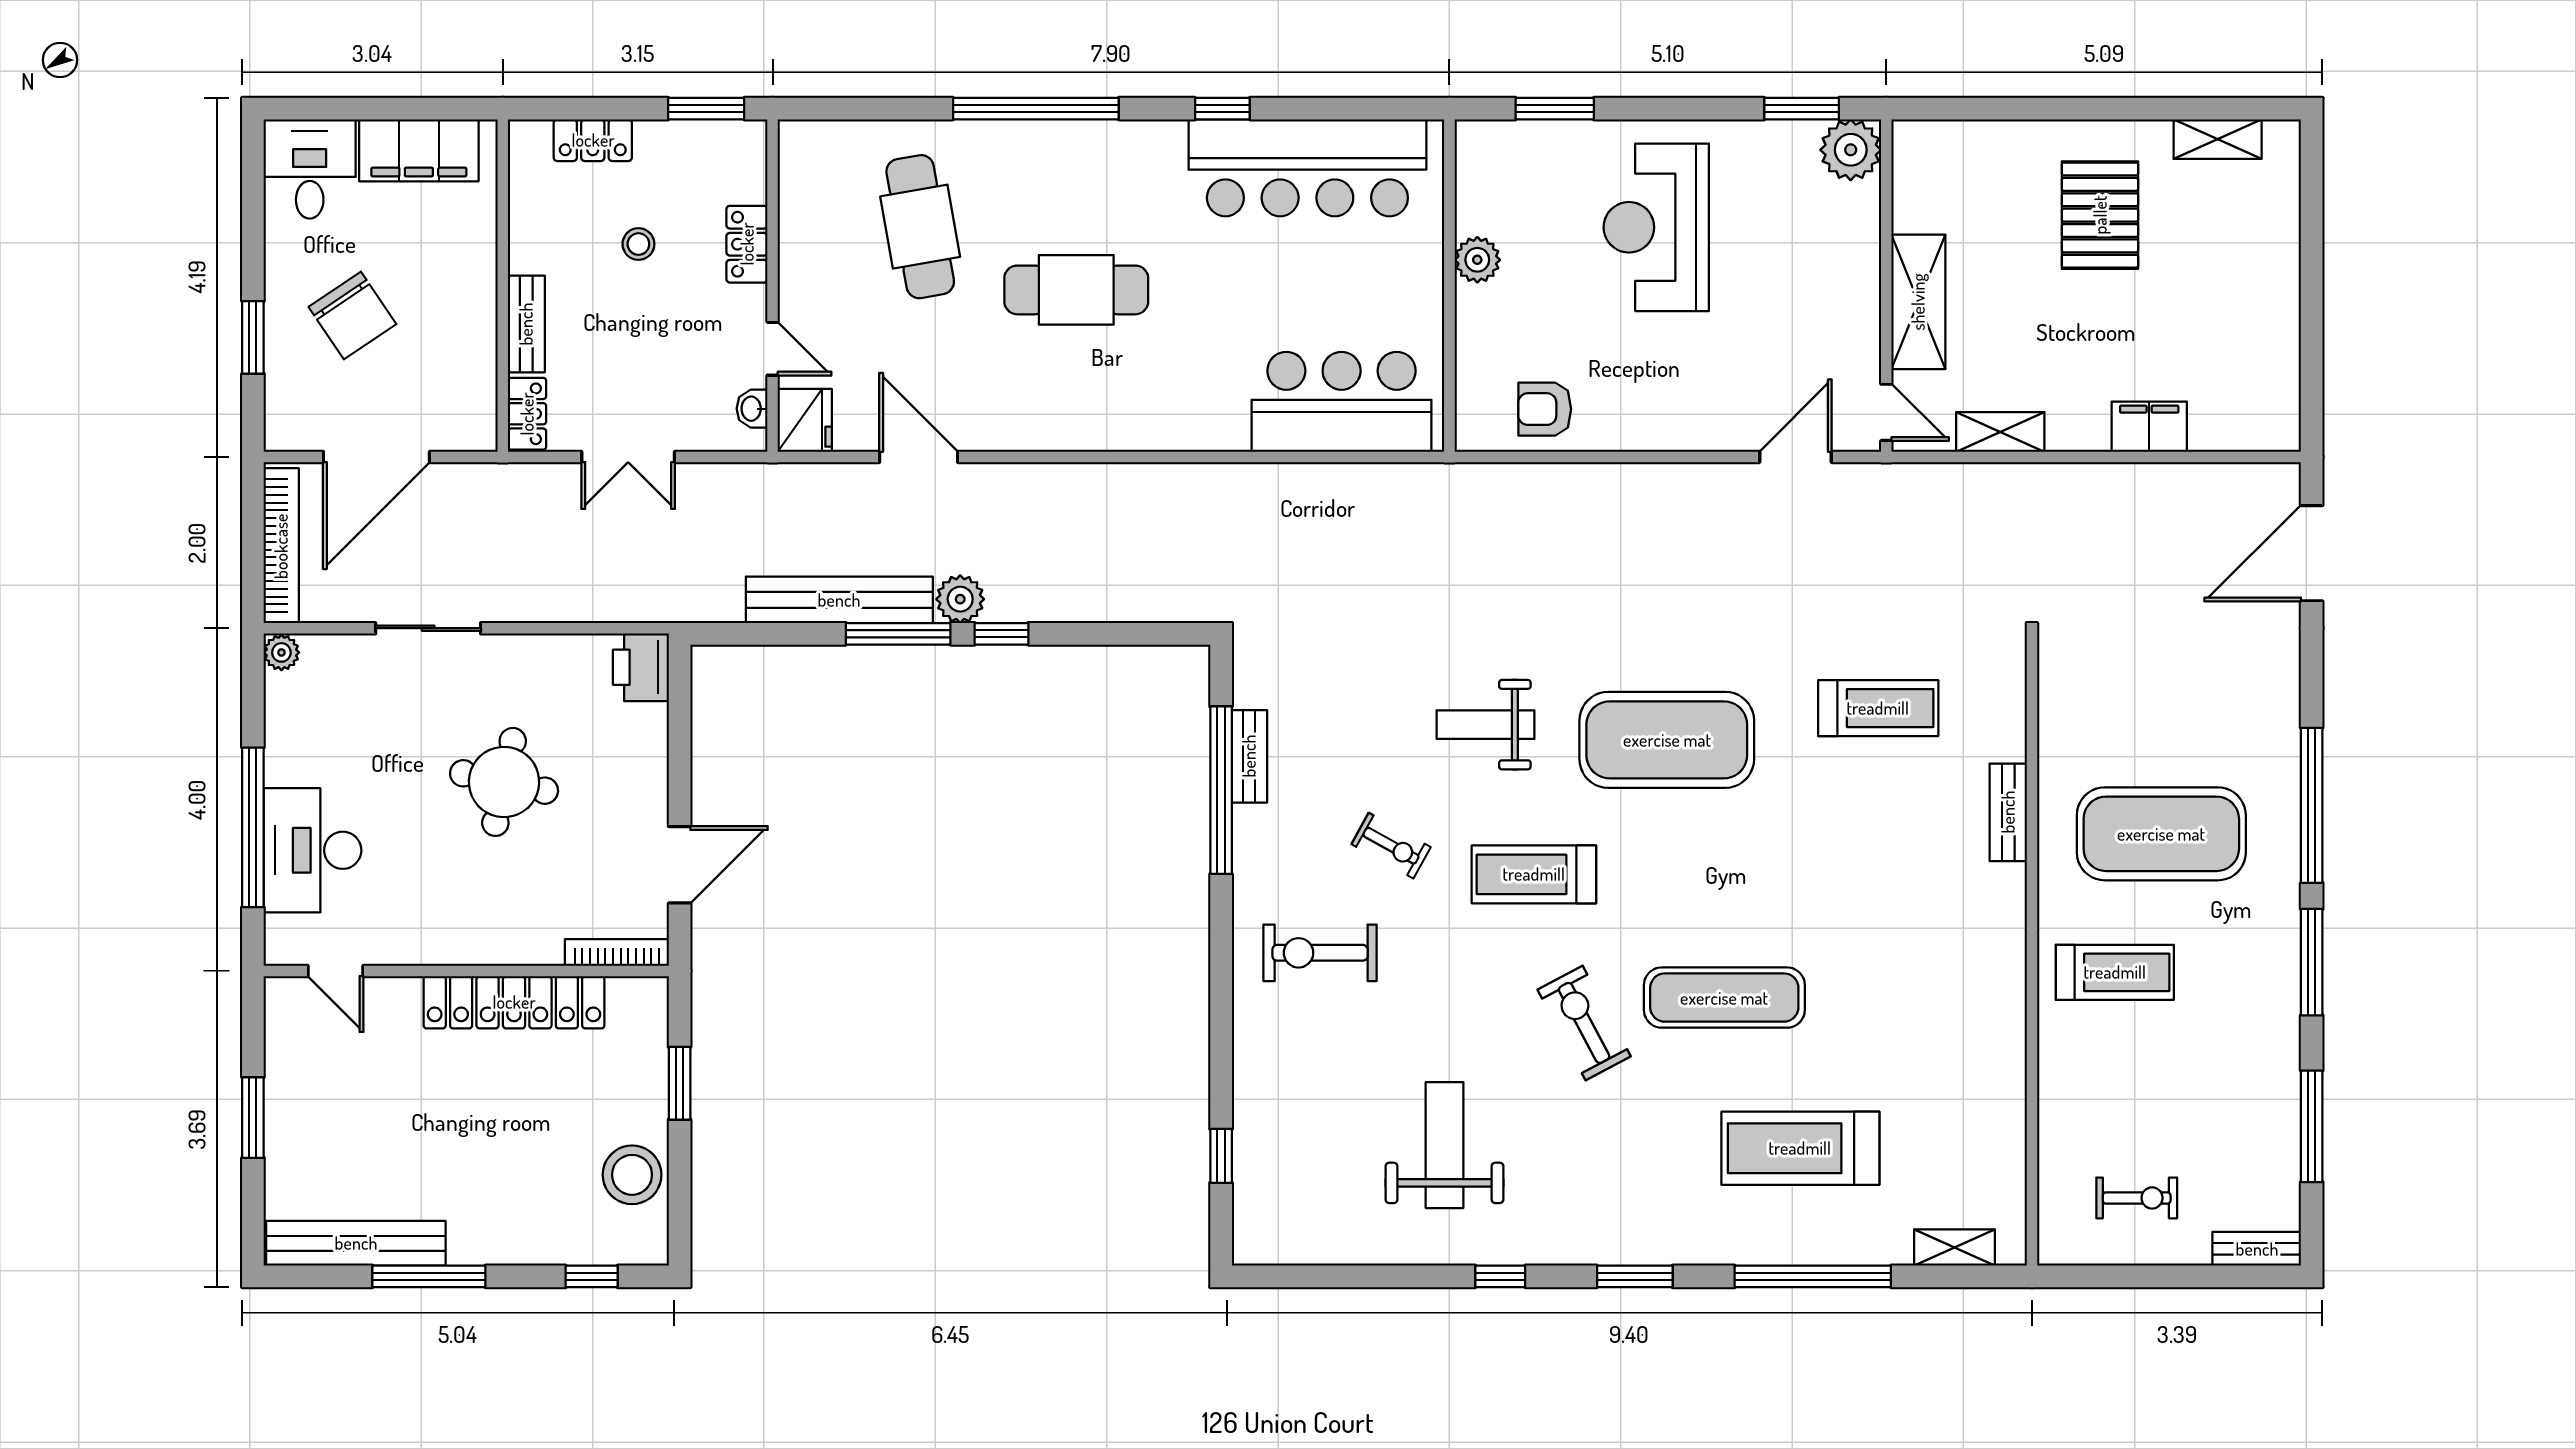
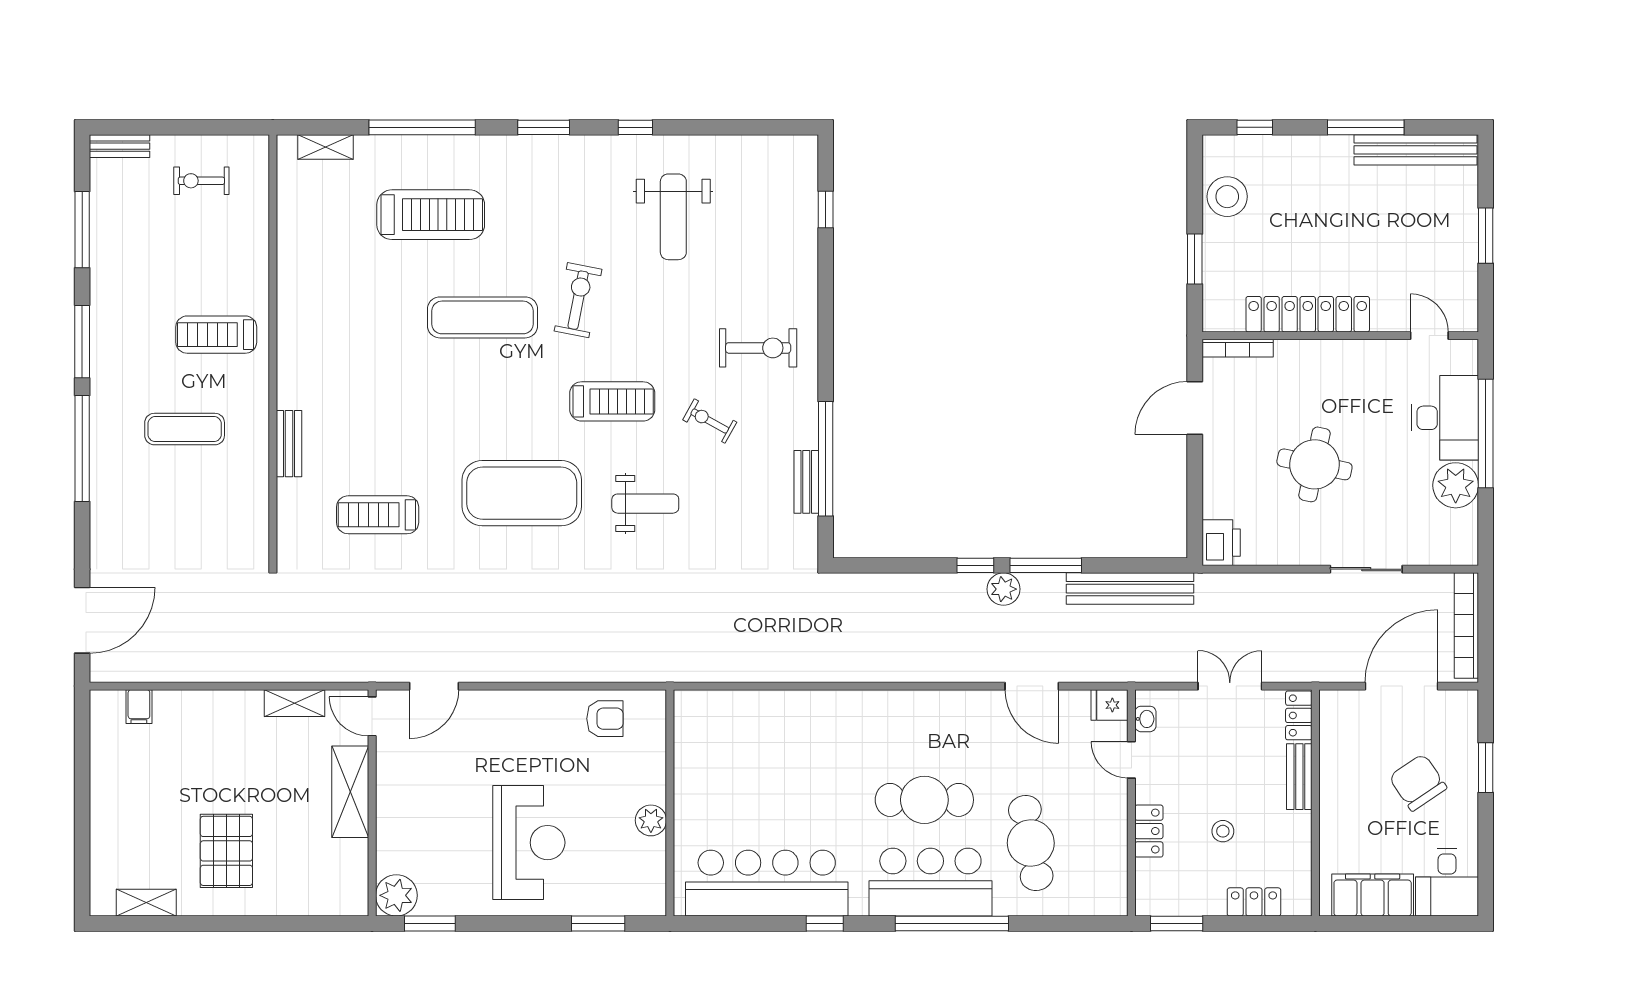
bar counter: (1342, 402) -> (930, 882), moved, turned 180
fridge: (805, 420) -> (1109, 705), width x0.72
filing cabinet: (2149, 427) -> (139, 707), moved, width x0.50
bench: (839, 600) -> (1130, 589), moved
plant: (281, 652) -> (1456, 485), moved, width x1.87, depth x1.87
exercise mat: (2161, 834) -> (185, 429), width x0.50, depth x0.69
exercise bike: (1584, 1023) -> (578, 300), turned -141

